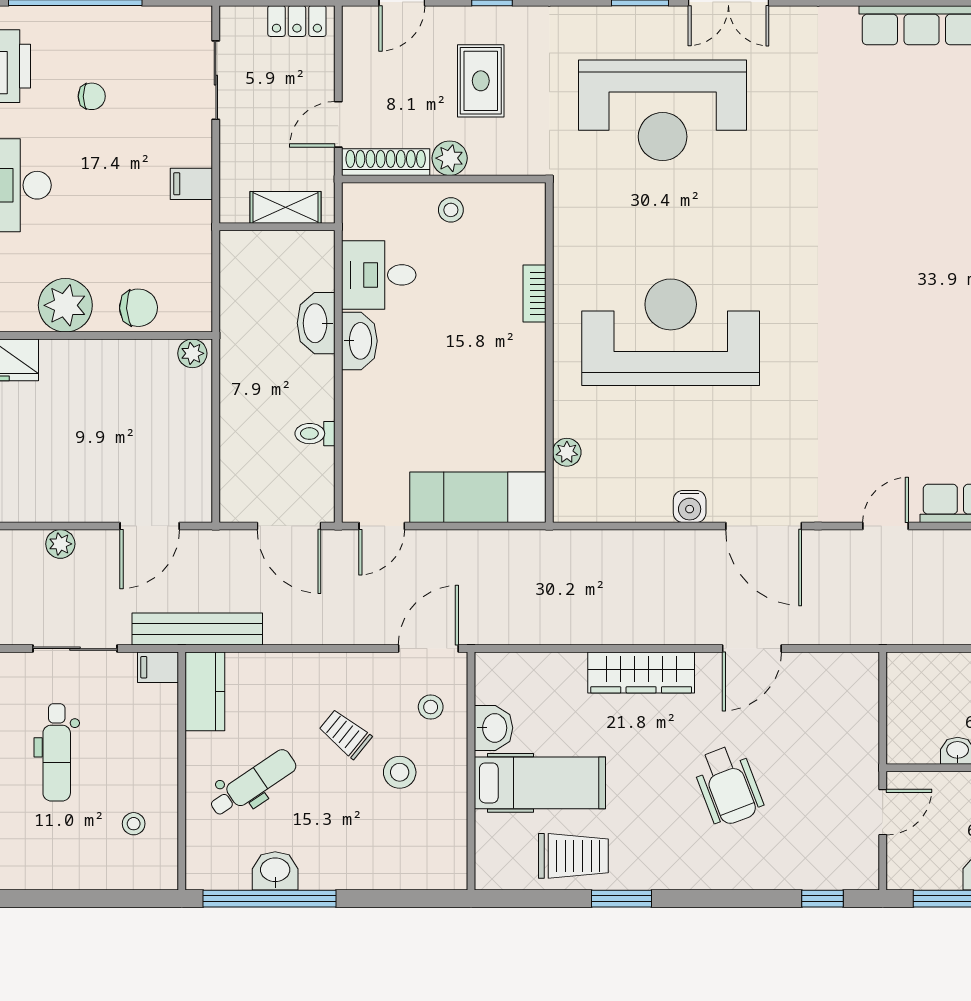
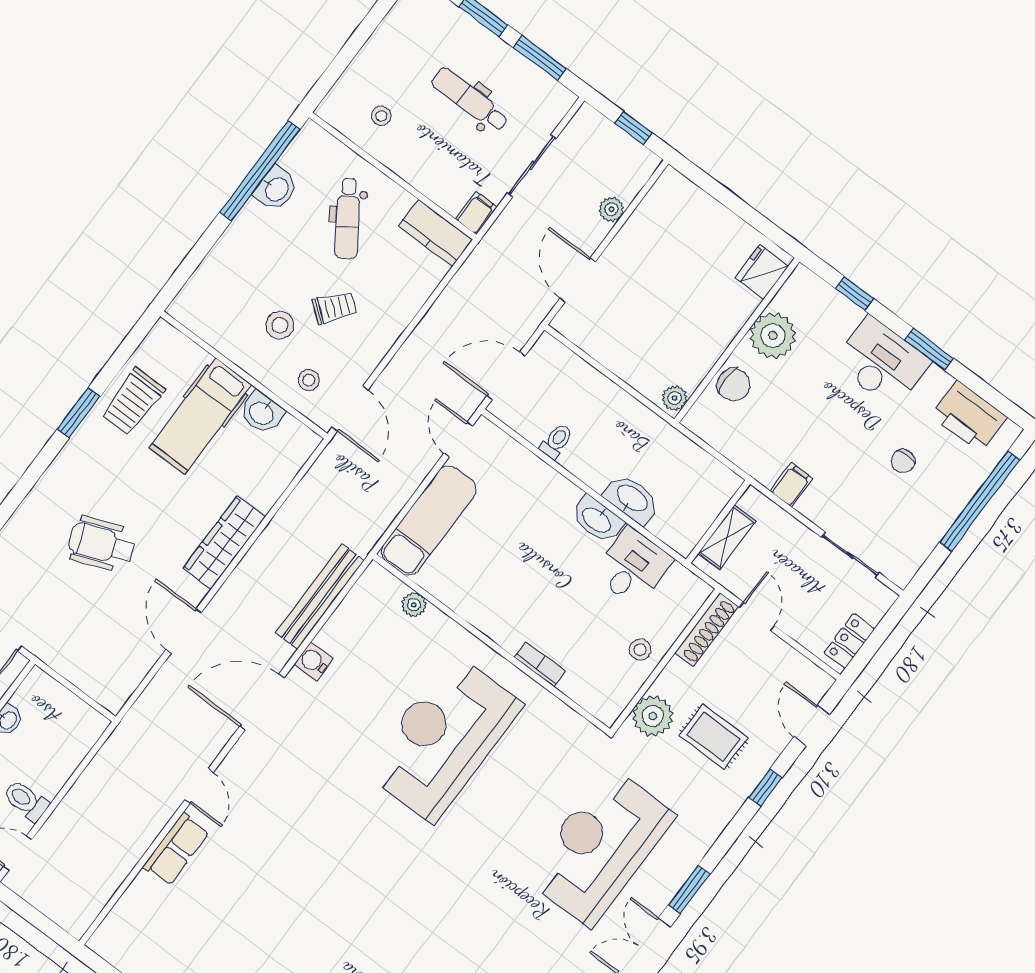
plant: (450, 158) -> (653, 716), moved, width x1.36, depth x1.36
chair: (138, 308) -> (734, 385), turned -88
reception desk: (671, 332) -> (443, 738), turned 180
bench: (197, 629) -> (320, 597), moved

